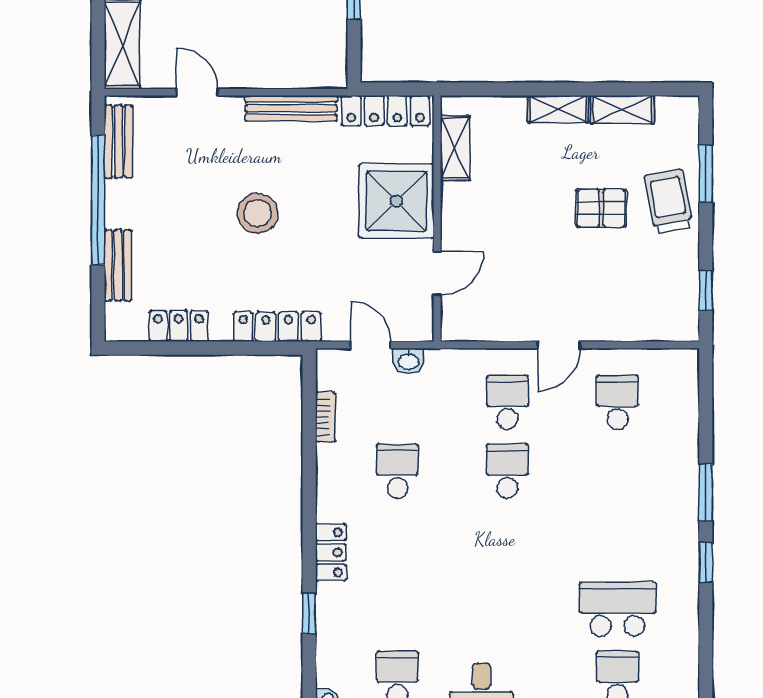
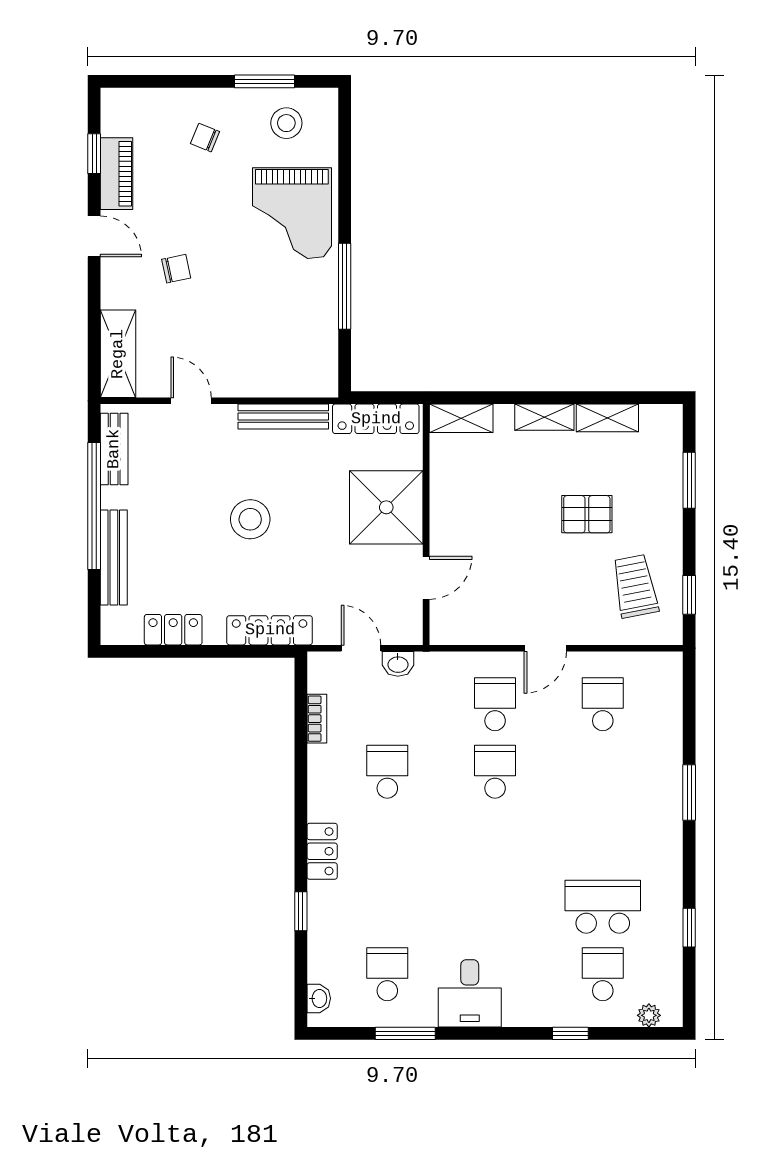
shelving: (455, 148) -> (461, 418), moved, turned 90
trolley: (669, 202) -> (635, 586), moved
bench: (118, 265) -> (114, 558), width x1.36
window: (706, 562) -> (689, 928), moved

